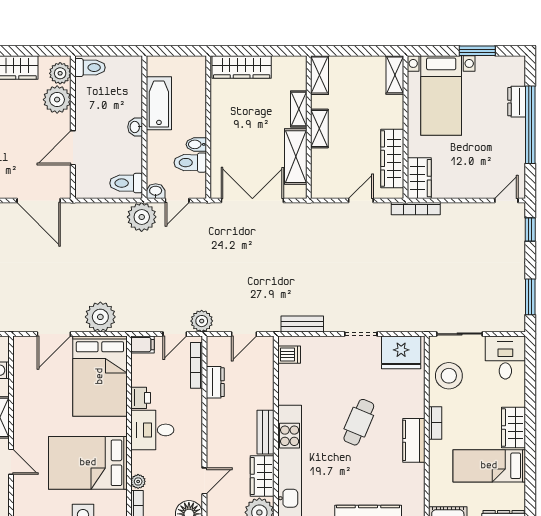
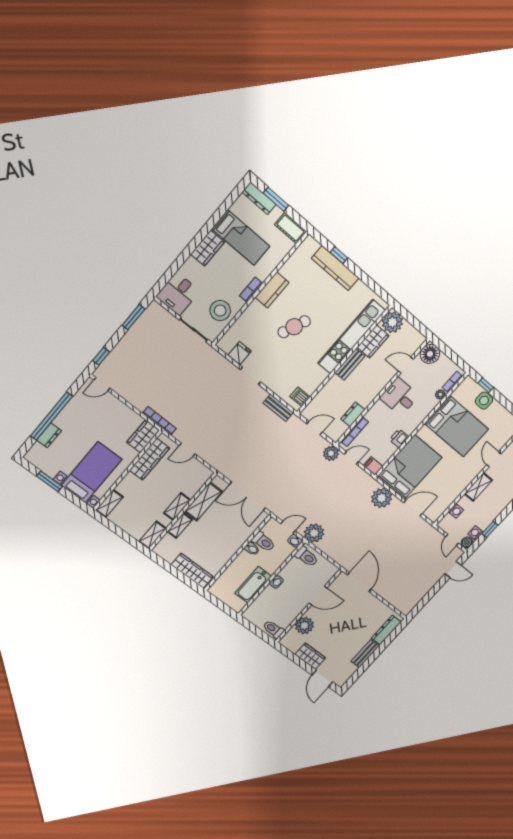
plant: (60, 73) -> (291, 637), removed
fridge: (401, 352) -> (240, 353), width x0.53, depth x0.75
desk: (152, 430) -> (400, 397), moved, turned 180

